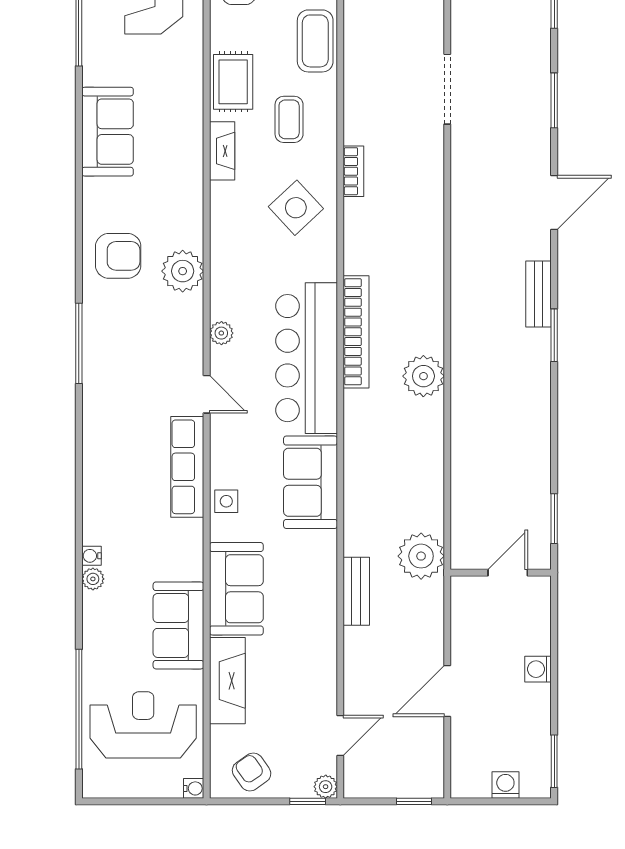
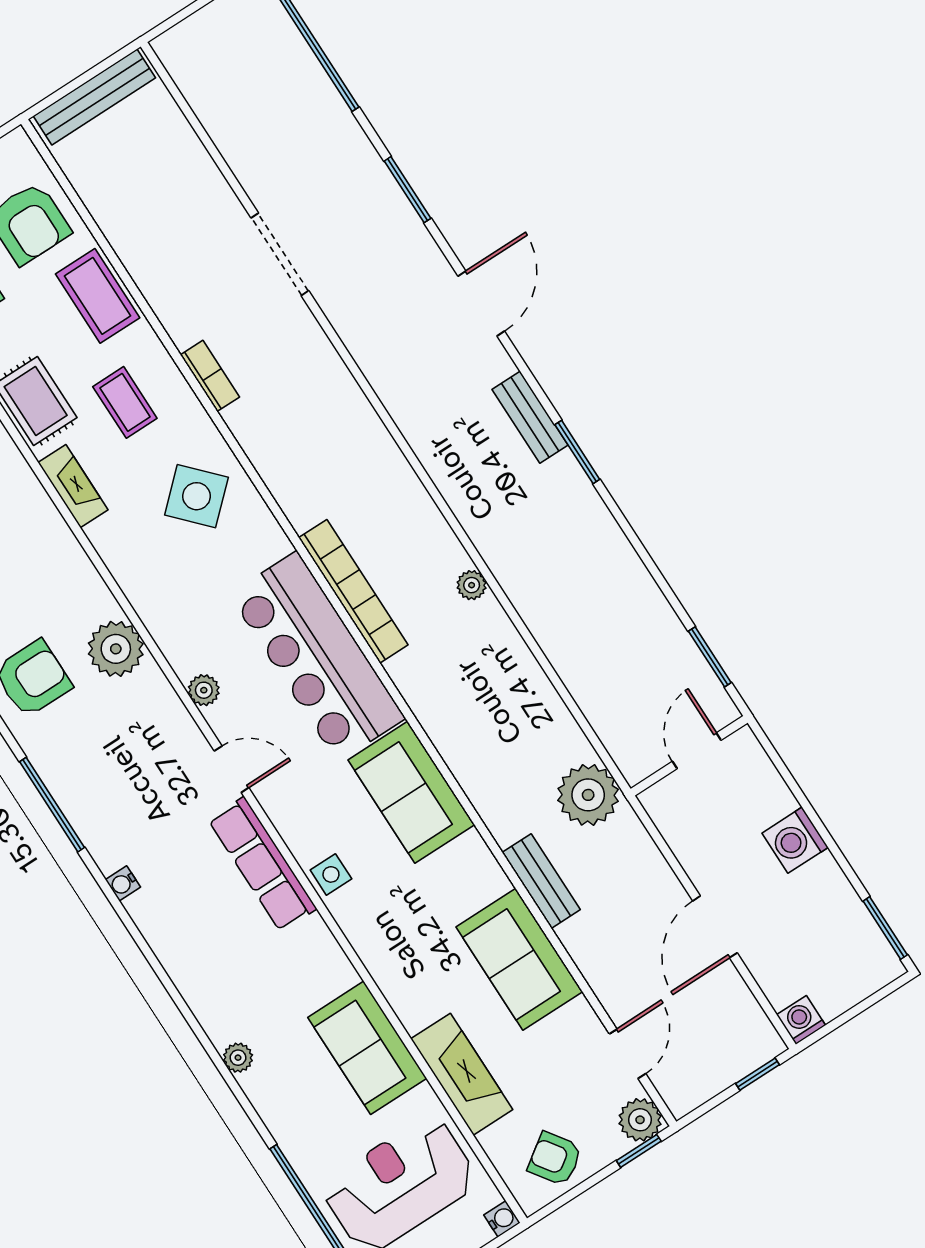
bookcase: (353, 171) -> (210, 376), moved
plant: (423, 376) -> (472, 585), width x0.53, depth x0.53
water cooler: (91, 556) -> (123, 883), moved
sofa: (236, 589) -> (519, 959), moved, turned 180
washing machine: (538, 669) -> (795, 840), width x1.38, depth x1.38
washing machine: (505, 785) -> (801, 1020), moved
plant: (326, 787) -> (640, 1120), width x1.38, depth x1.38

